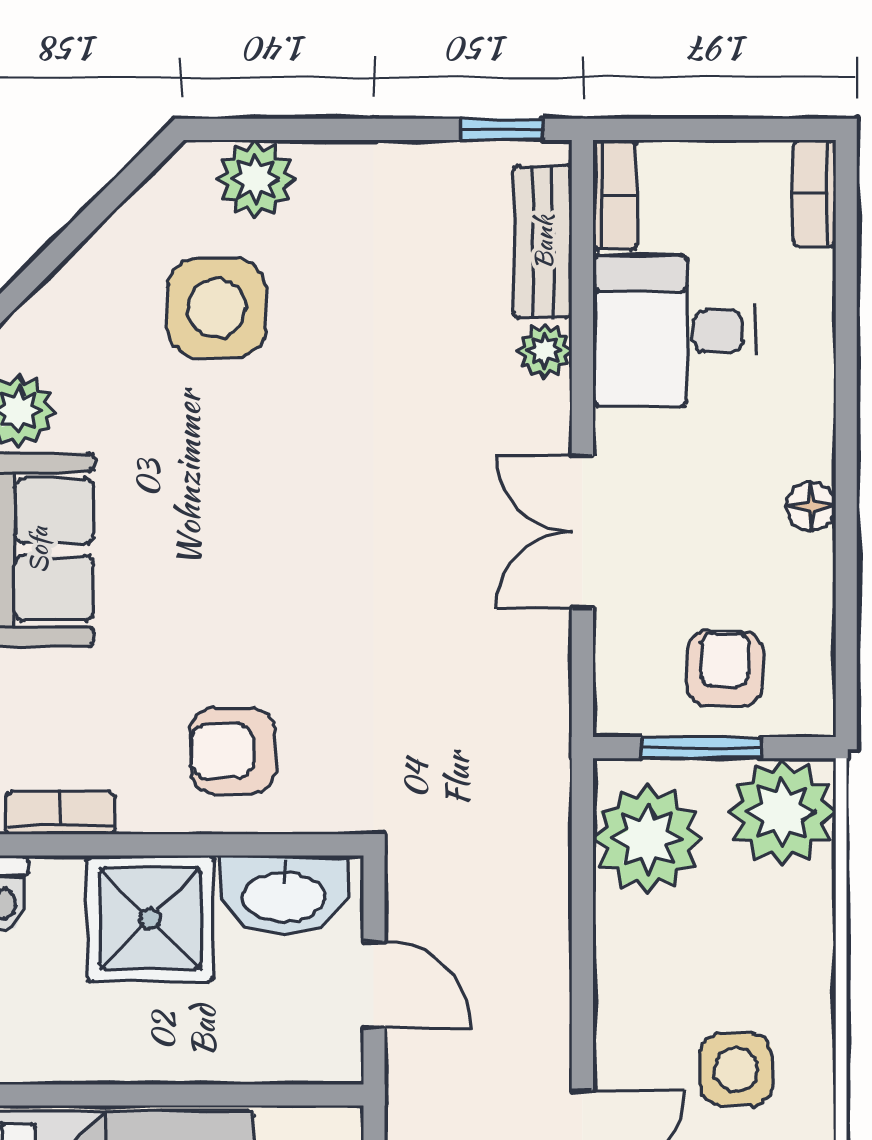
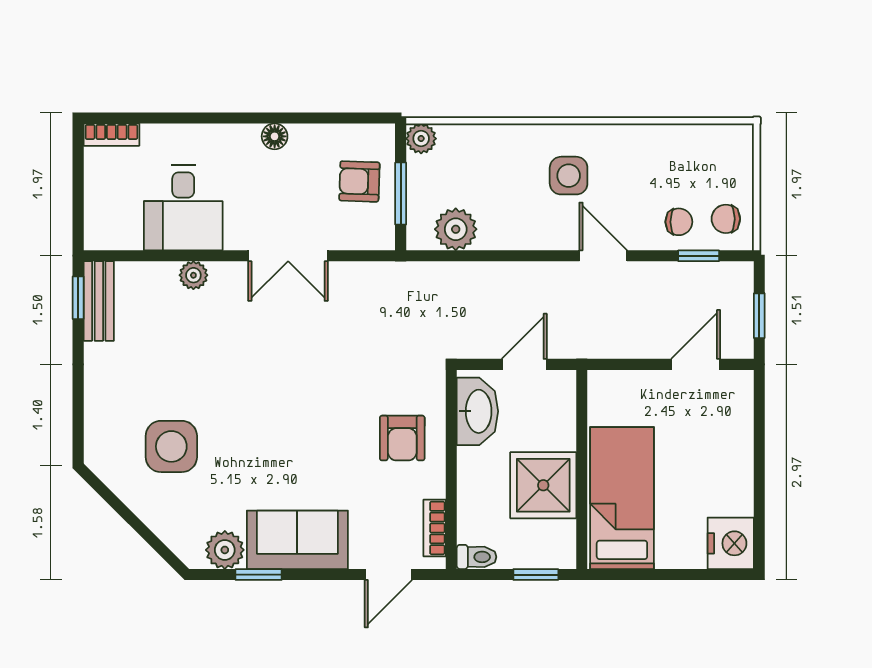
plant: (255, 179) -> (104, 426), removed
bookcase: (615, 195) -> (112, 239), removed
bench: (543, 242) -> (99, 301), moved, turned 90
plant: (782, 812) -> (421, 139), width x0.53, depth x0.53
plant: (648, 839) -> (456, 229), width x0.73, depth x0.73
shower: (150, 919) -> (543, 485), moved

